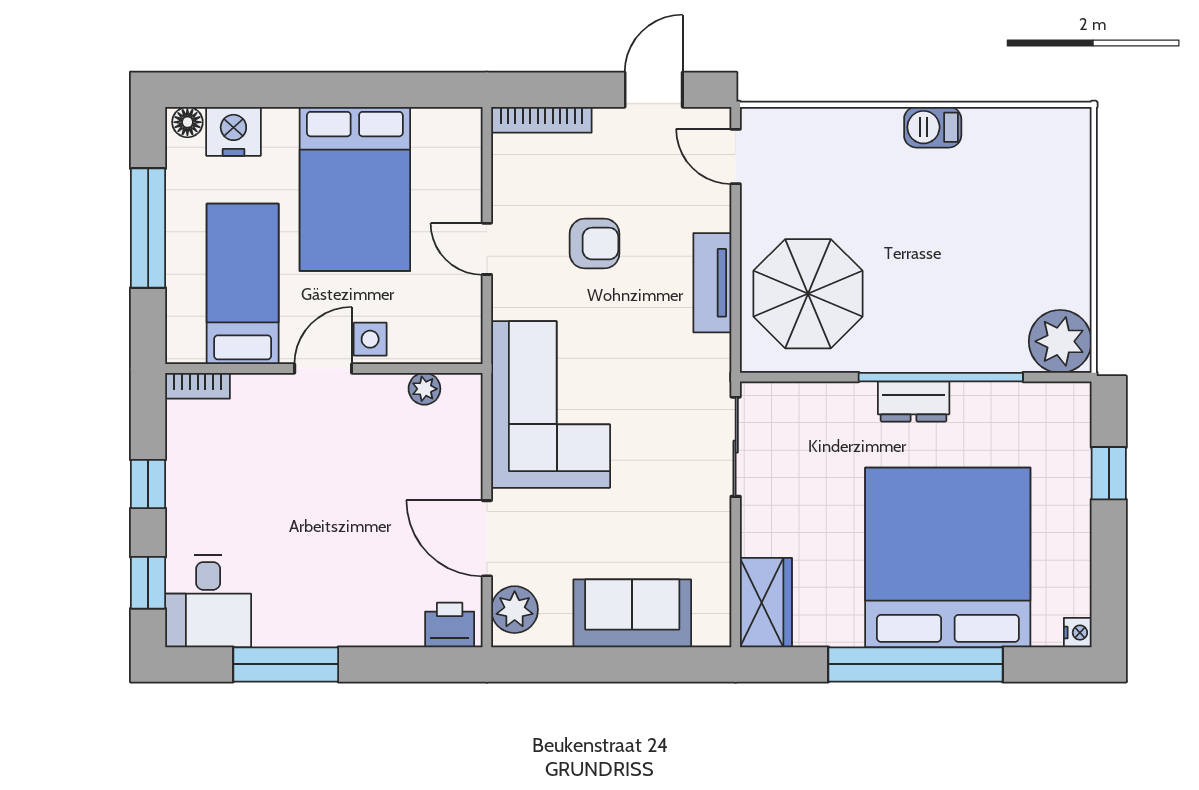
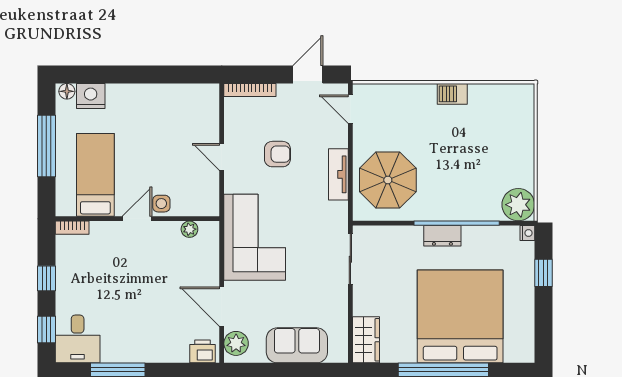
bed: (355, 189) -> (153, 126), removed
nightstand: (1078, 633) -> (527, 233), moved

